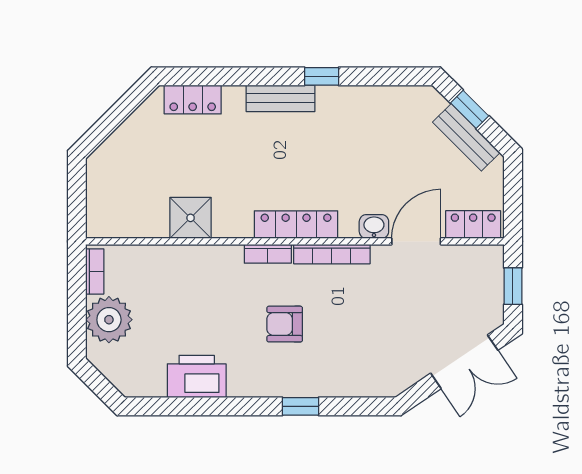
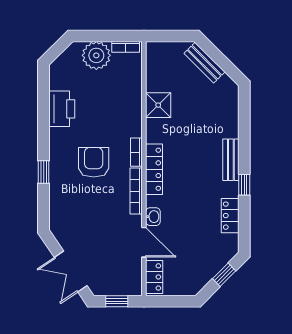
locker: (193, 100) -> (230, 216), moved
bench: (466, 137) -> (204, 63), moved, turned 90
armchair: (285, 324) -> (94, 162), width x1.38, depth x1.38

